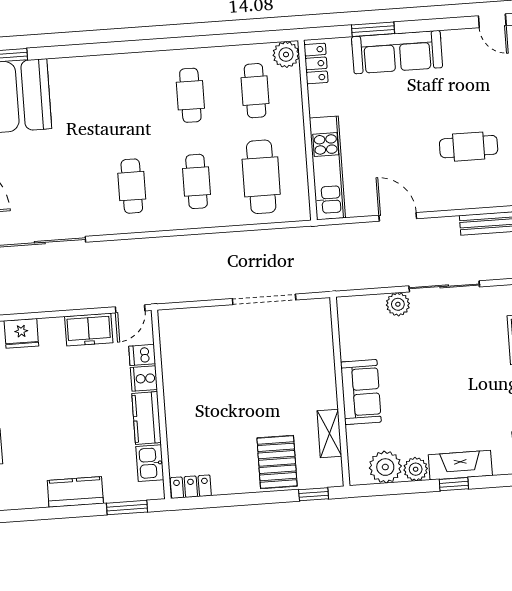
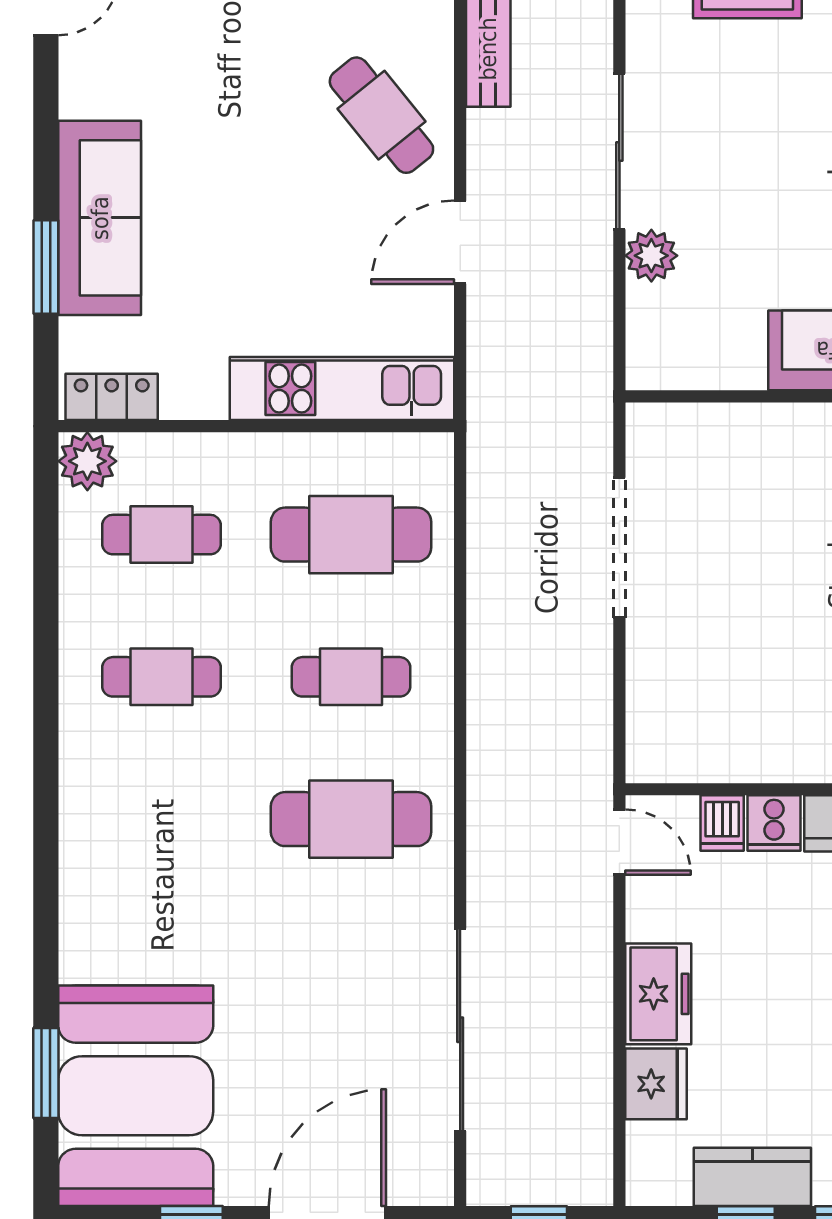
cafe table: (469, 147) -> (381, 115), moved, turned -39
cafe table: (132, 186) -> (351, 819), width x1.37, depth x1.35
freezer: (89, 330) -> (658, 994), moved

